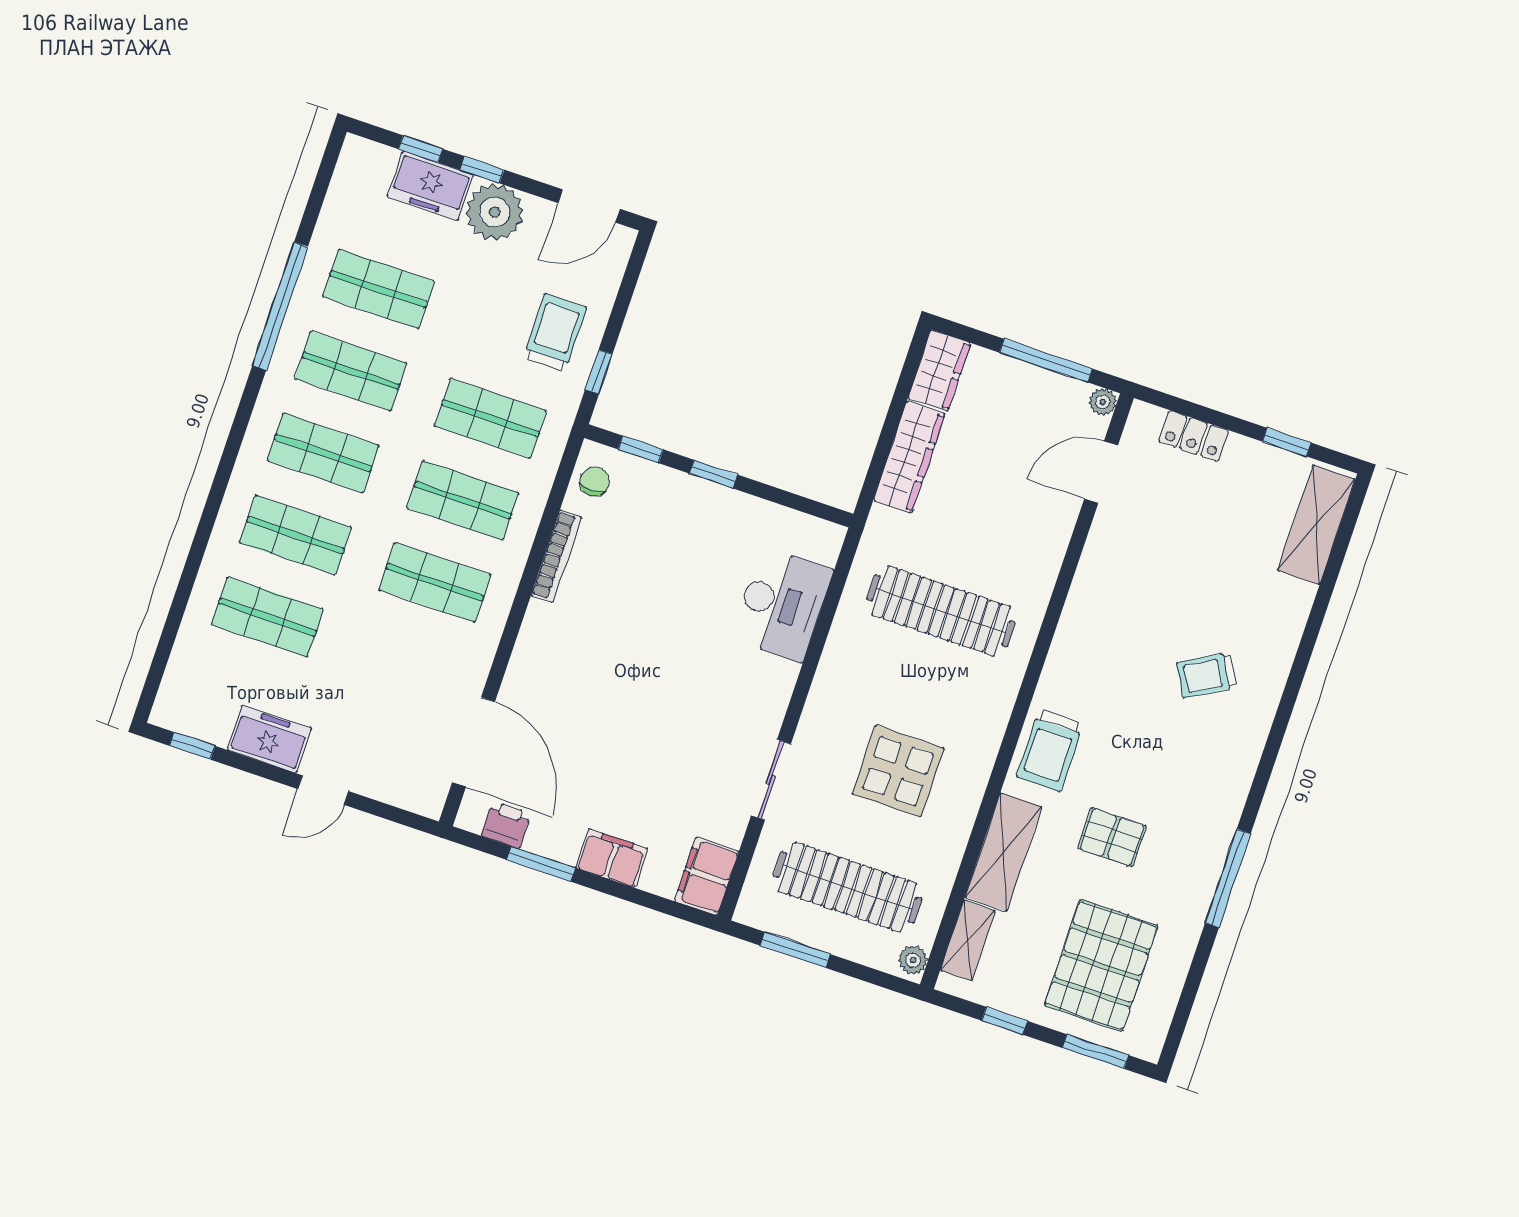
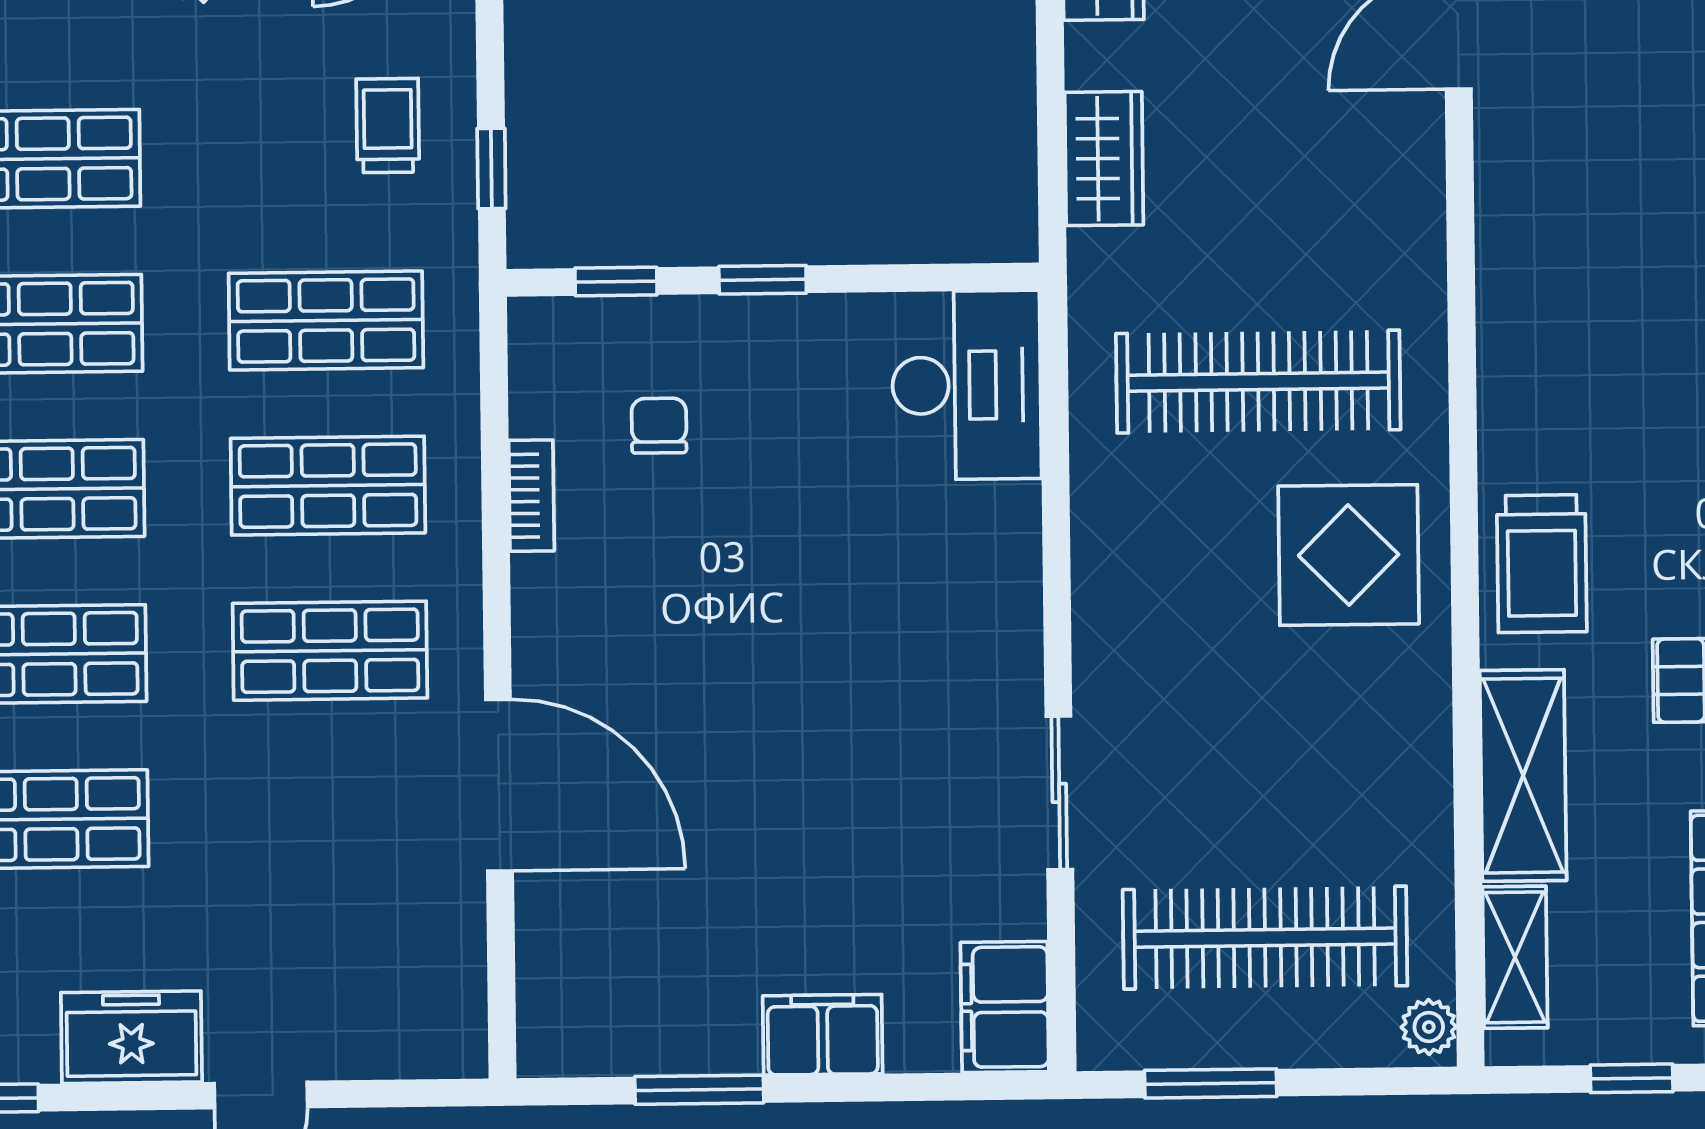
trolley: (555, 332) -> (388, 125), width x0.73, depth x0.72
wardrobe: (909, 457) -> (1104, 159), width x0.67
chair: (595, 481) -> (659, 426), moved
bookcase: (556, 556) -> (531, 496), width x0.64
desk: (782, 604) -> (966, 385), moved
door: (473, 742) -> (499, 785), moved
display table: (898, 771) -> (1349, 555), moved
printer: (506, 825) -> (611, 1041), removed

